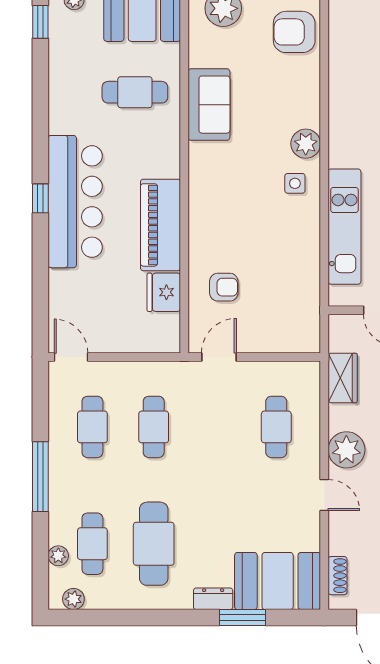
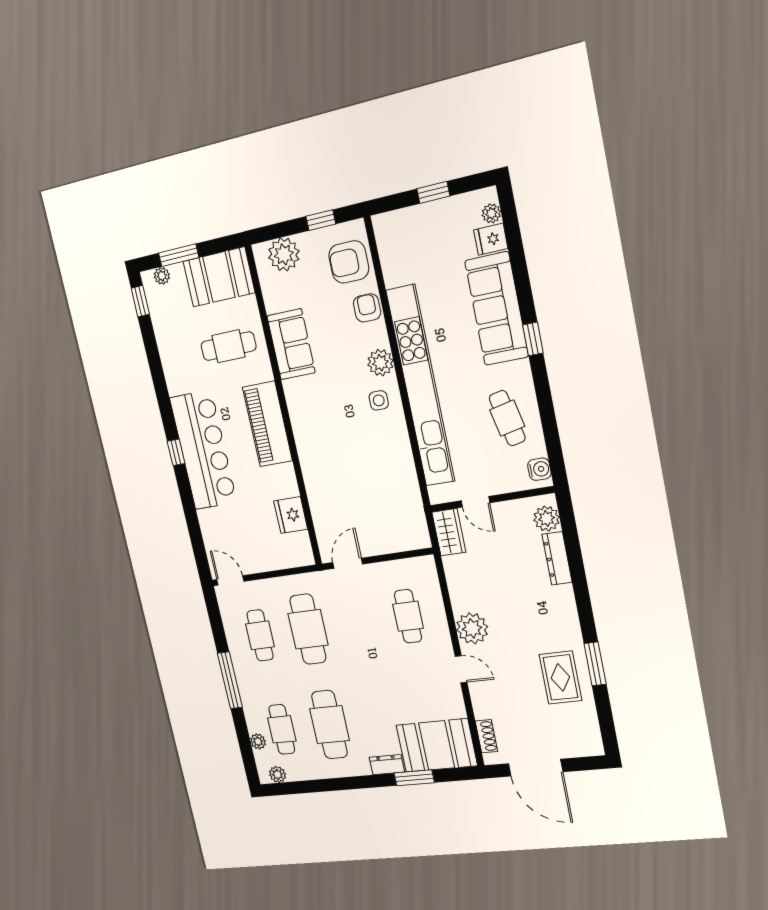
piano: (160, 225) -> (267, 424), moved
kitchen unit: (344, 227) -> (421, 386), width x1.86
armchair: (224, 287) -> (367, 308), moved, turned -90
wardrobe: (343, 378) -> (449, 532), moved
cafe table: (154, 427) -> (308, 629), width x1.37, depth x1.35

